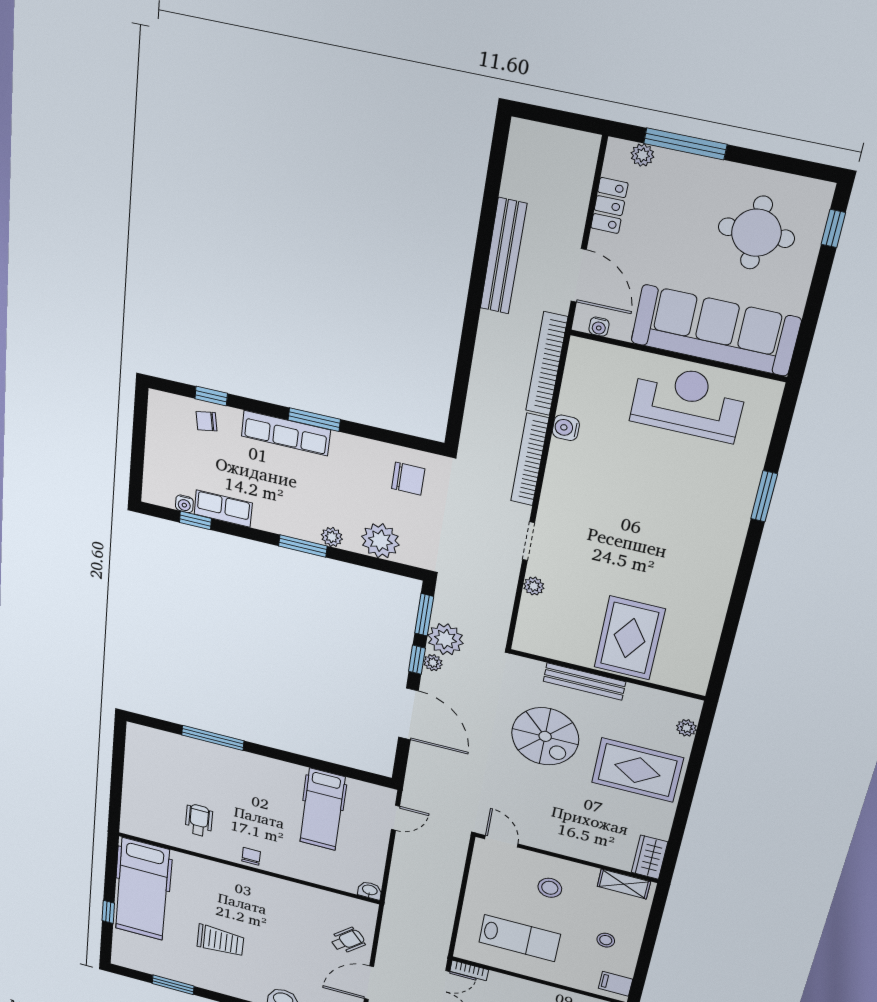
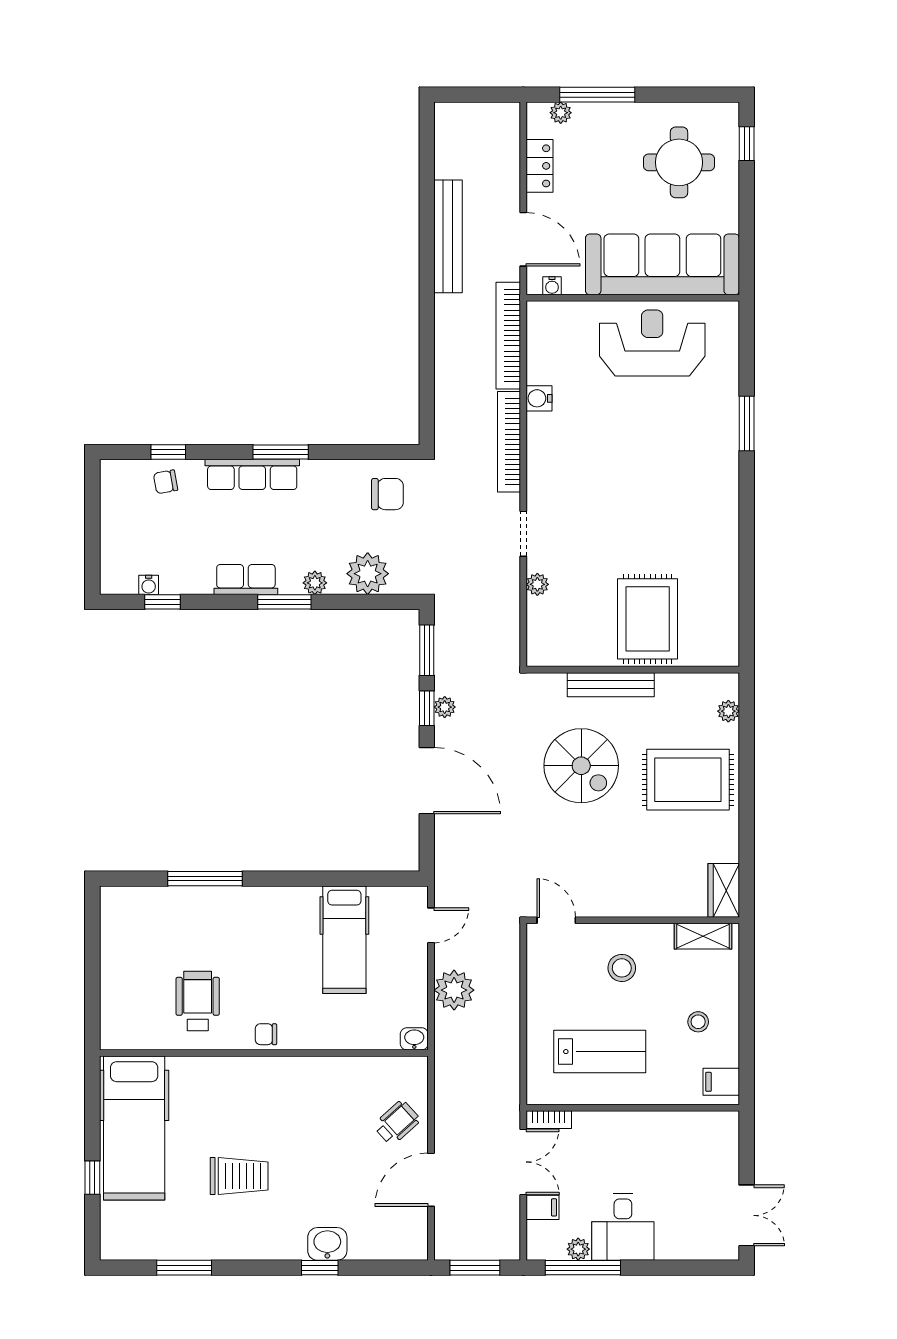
row of seats: (223, 509) -> (246, 580), moved
plant: (445, 639) -> (454, 990), moved
wheelchair: (199, 820) -> (198, 1001), width x1.36, depth x1.37
chair: (251, 856) -> (266, 1034), turned -90

